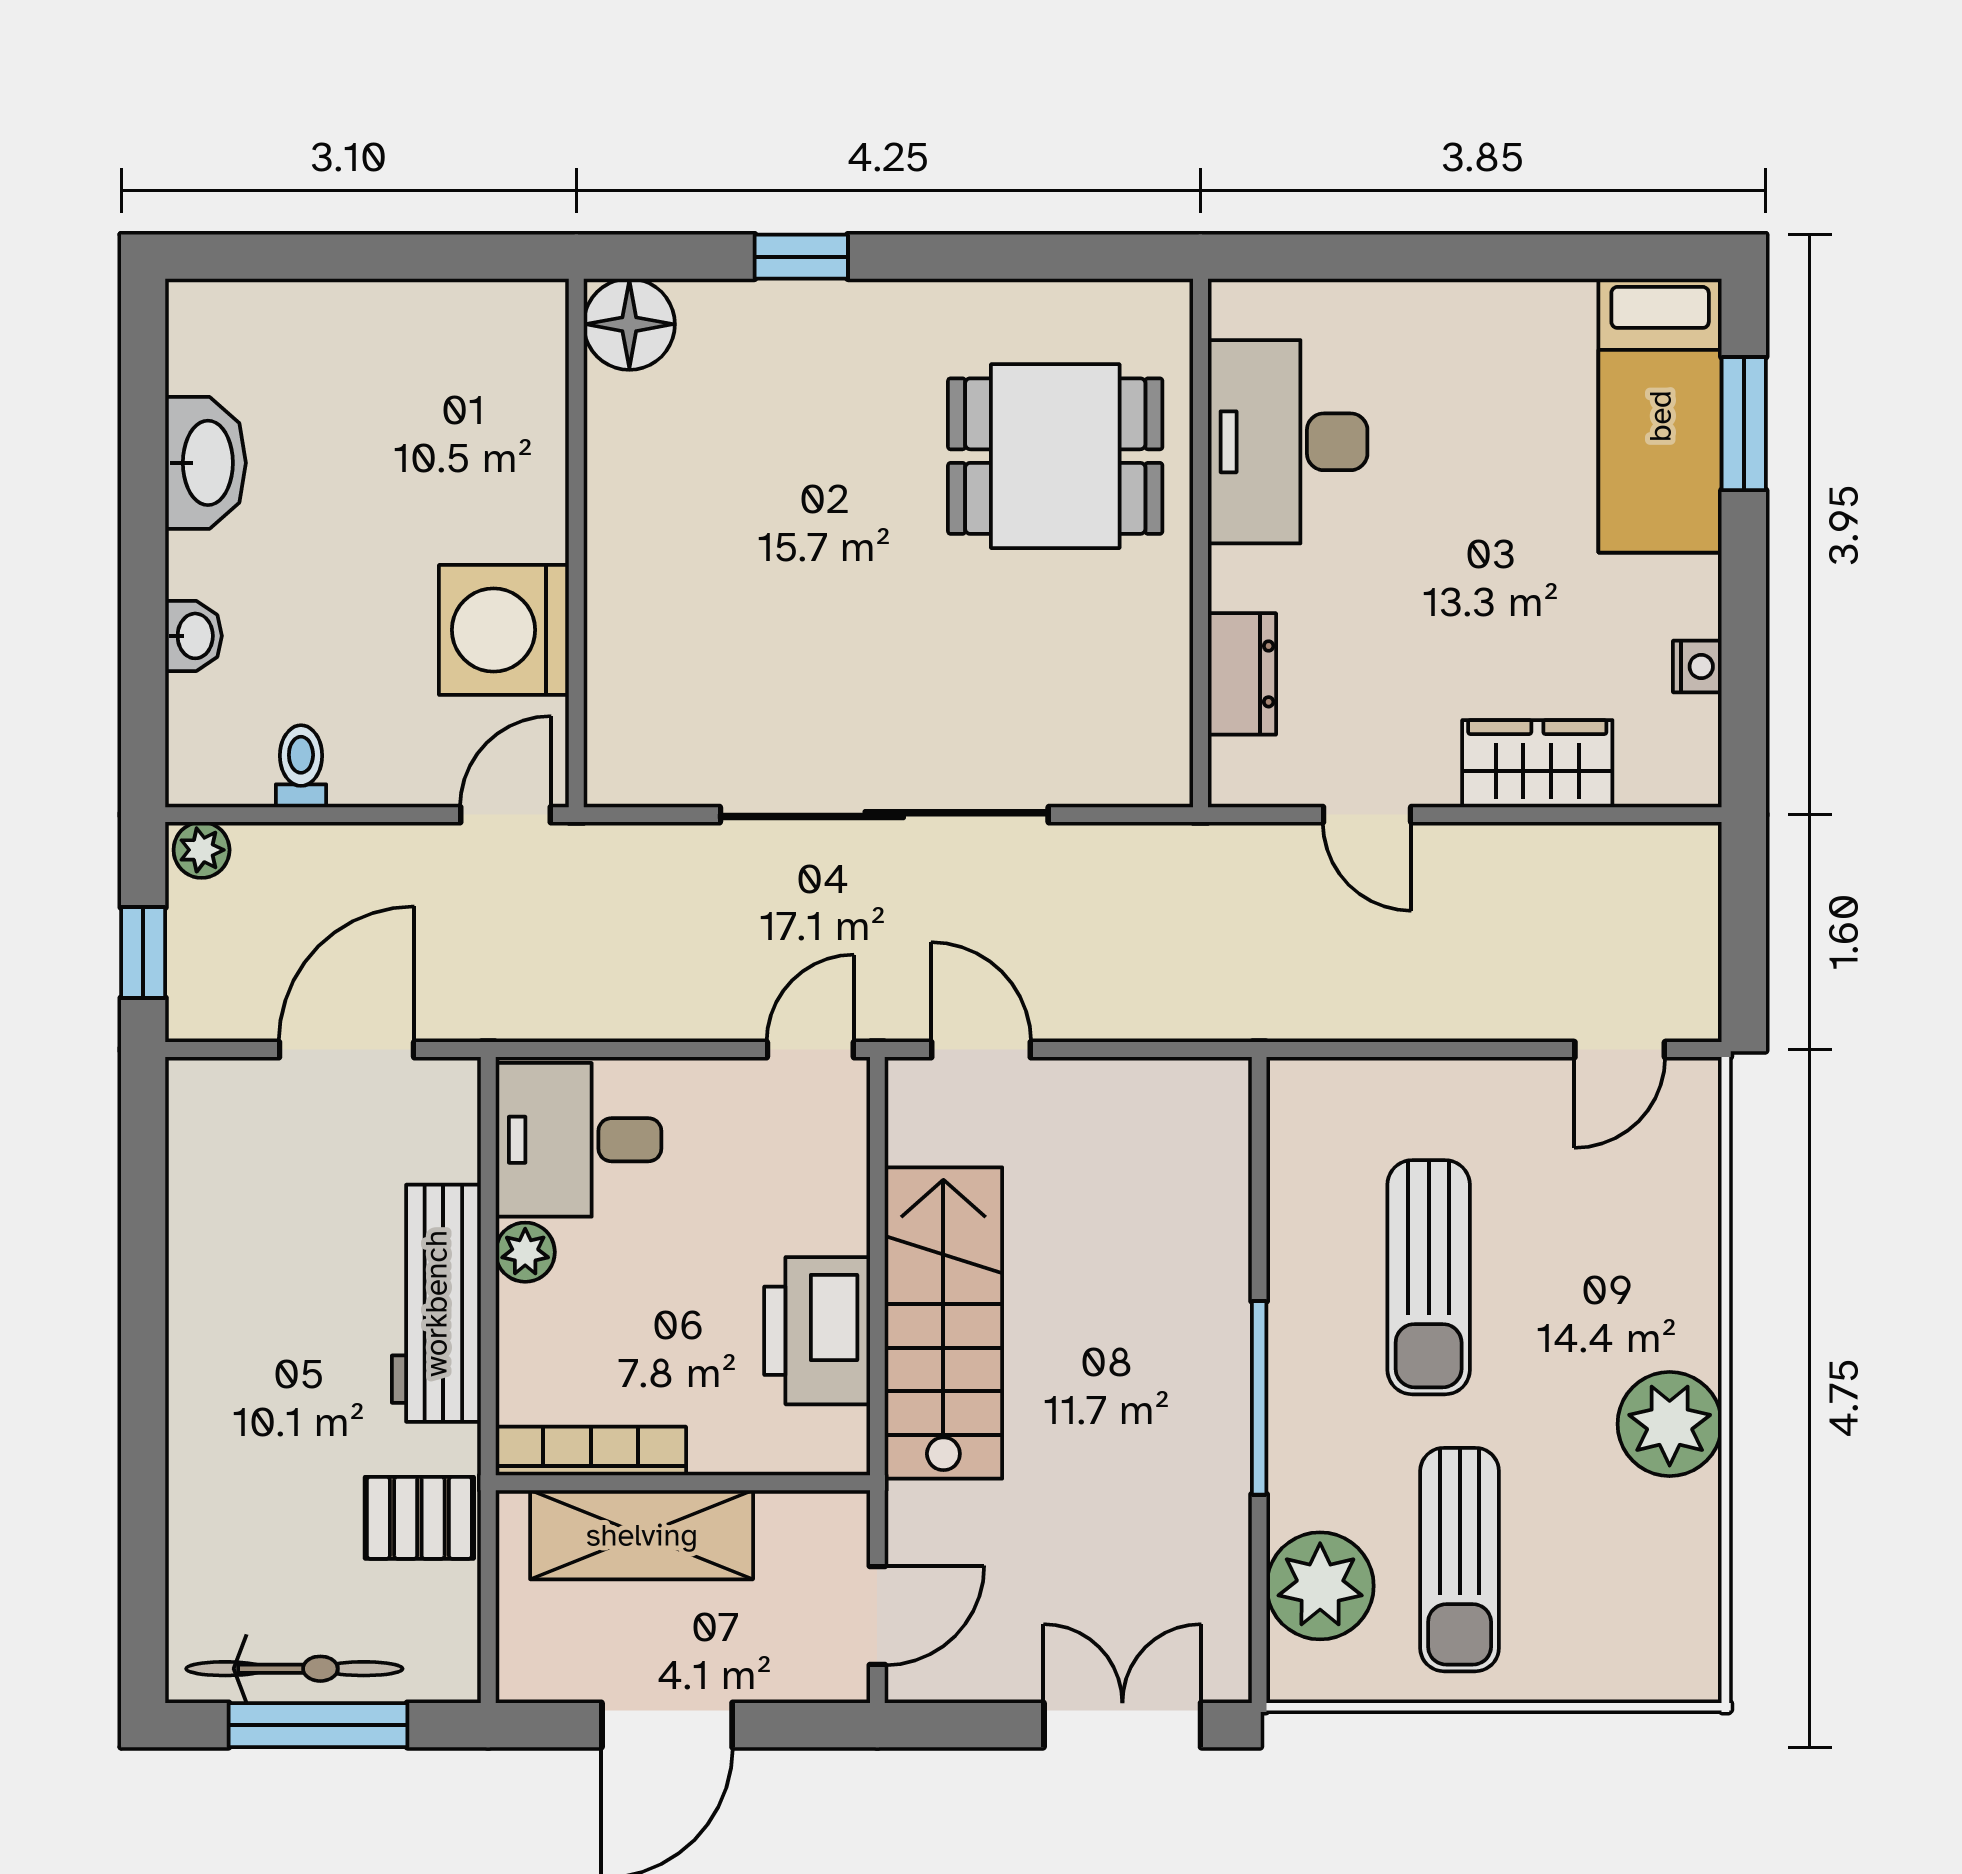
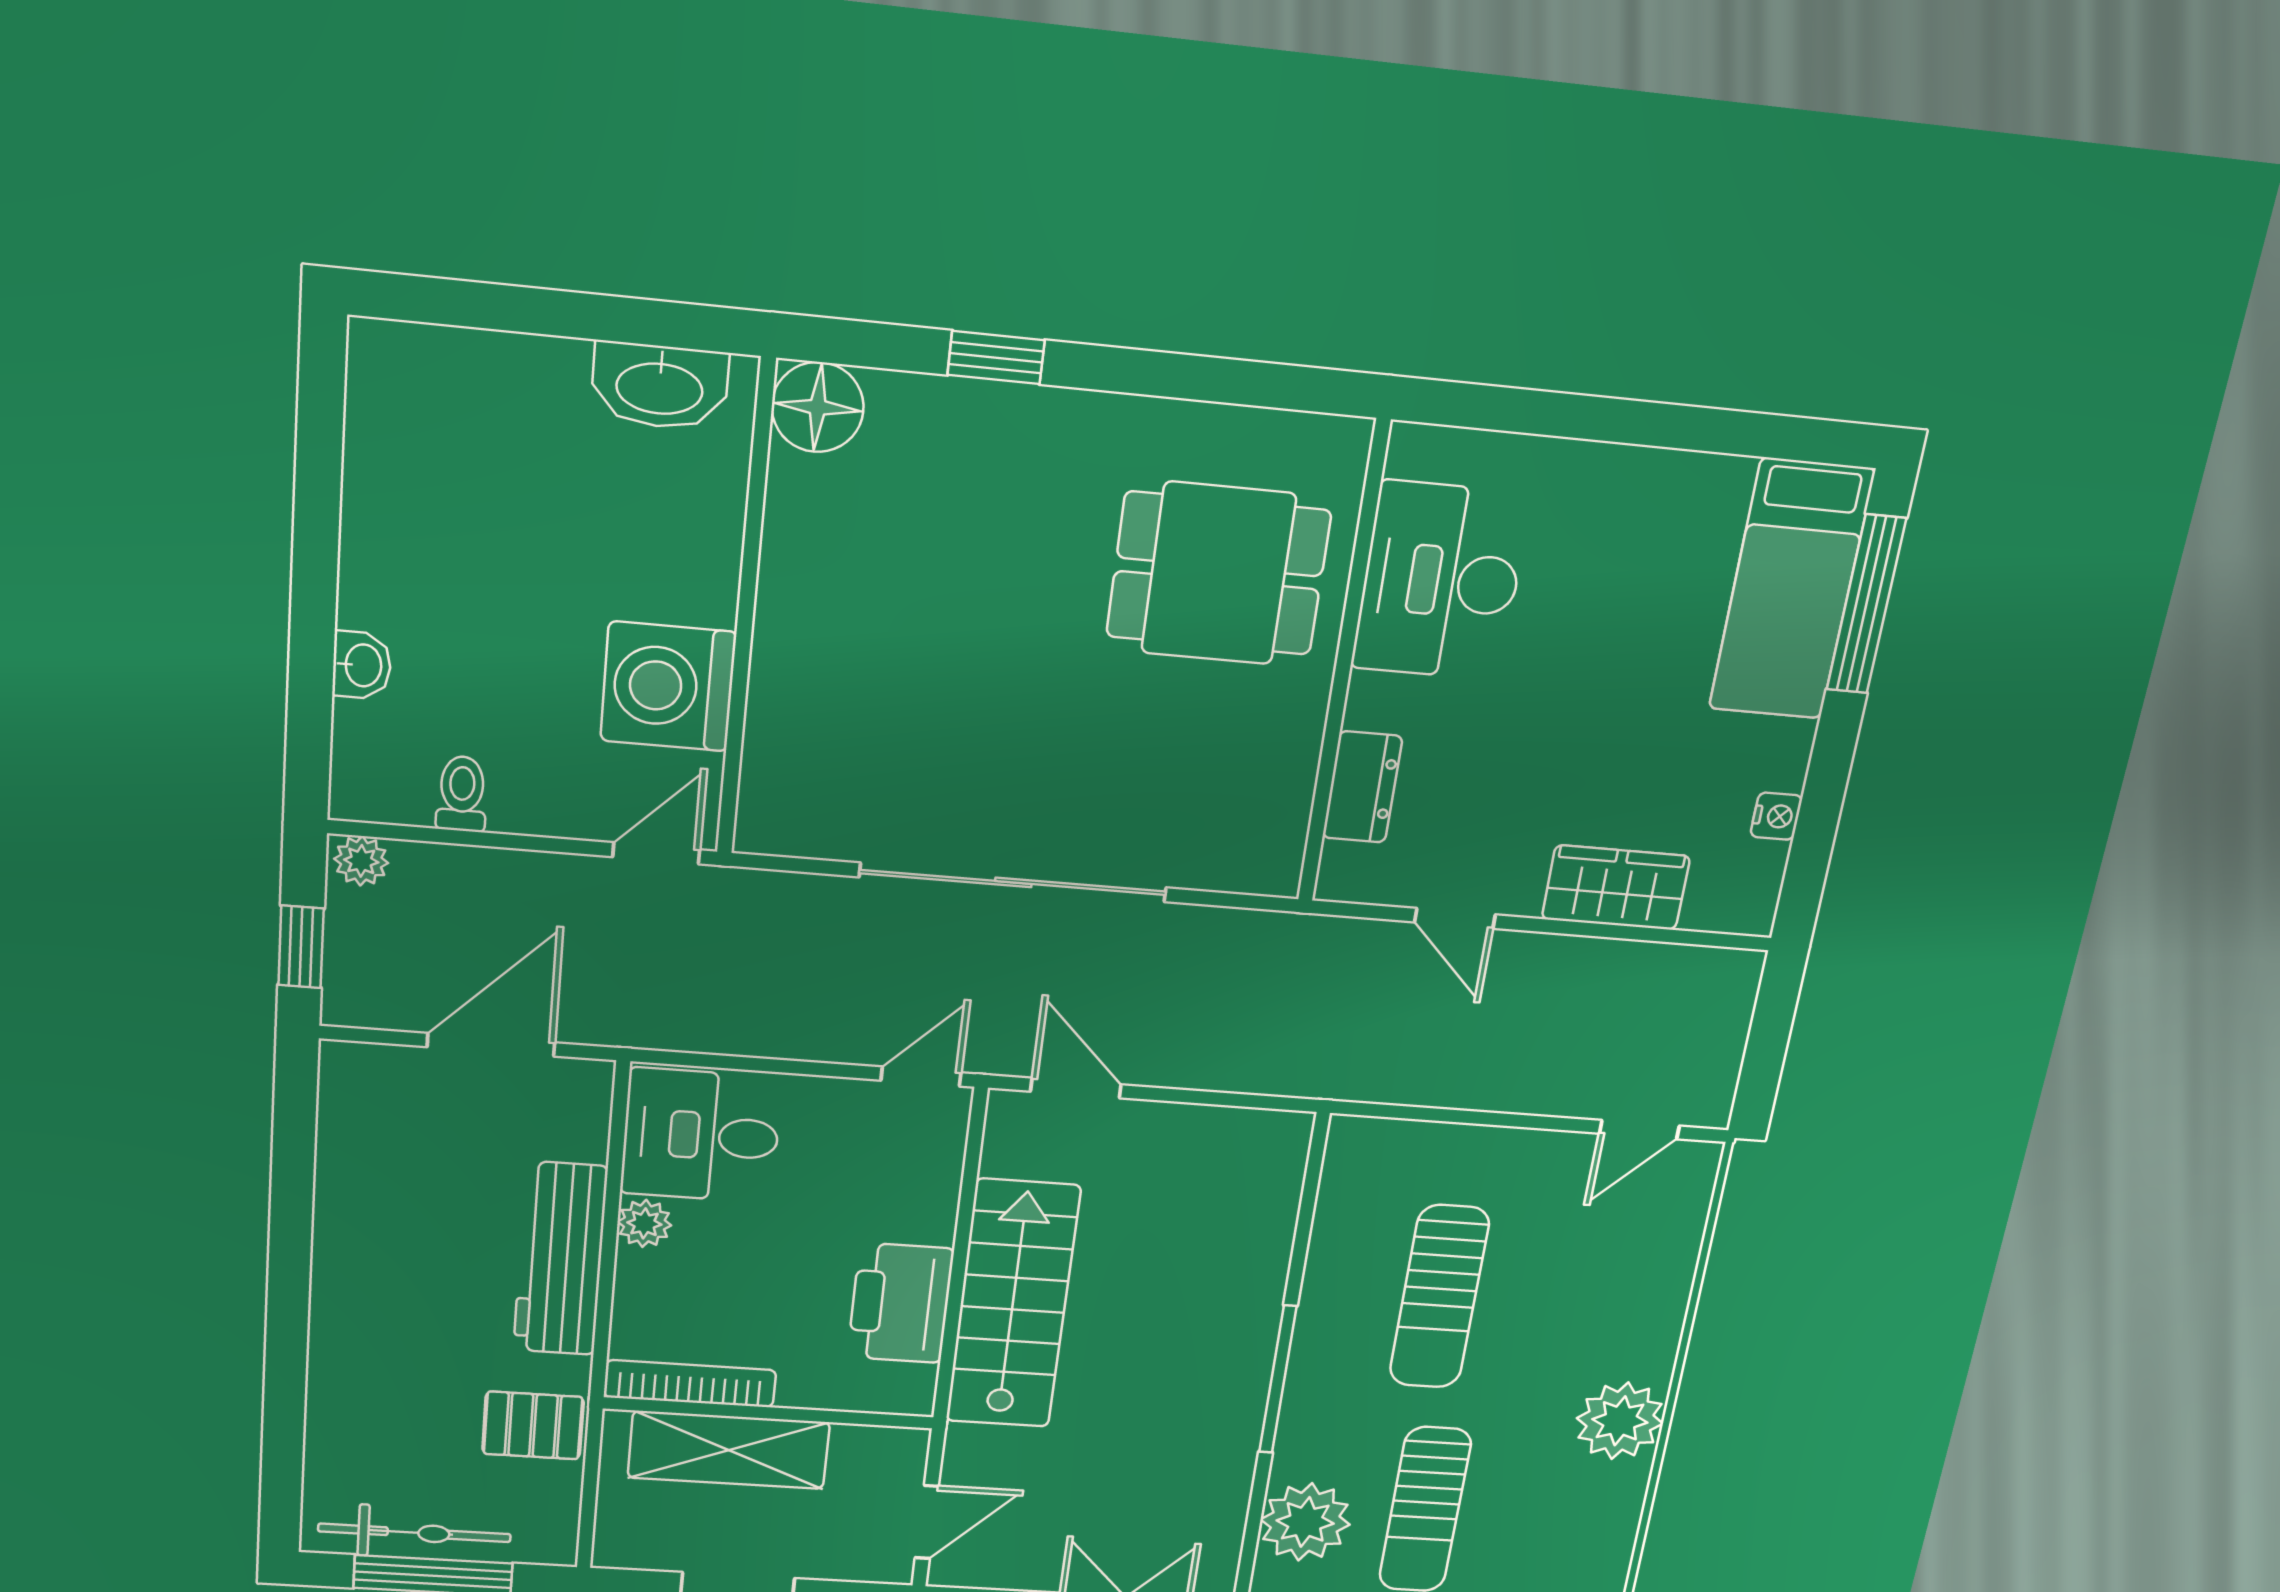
window: (1744, 424) -> (1866, 604), width x1.44
washbasin: (206, 463) -> (660, 386), moved, turned 90

